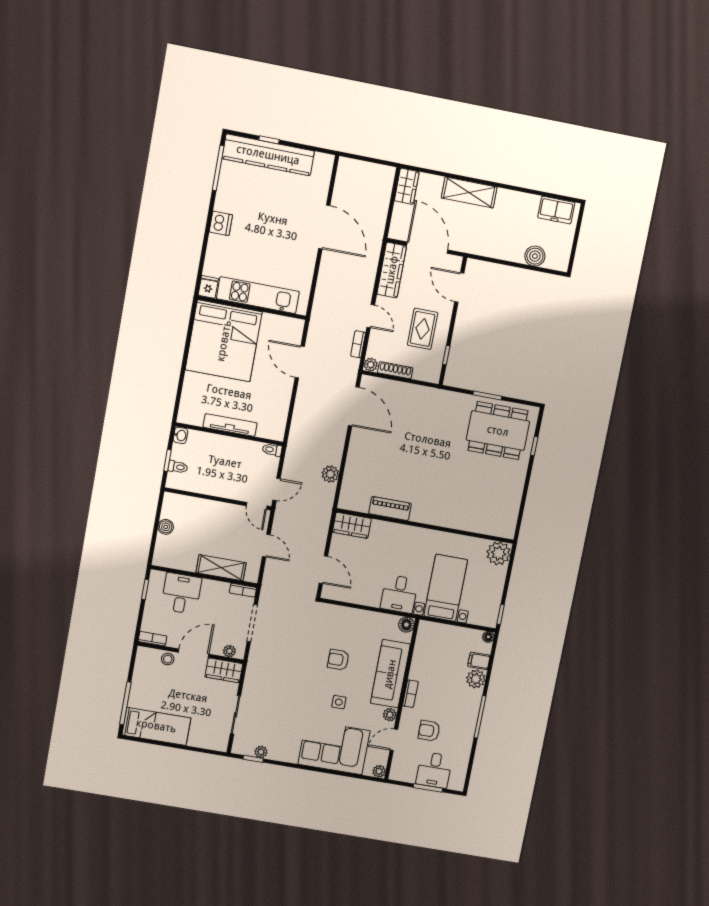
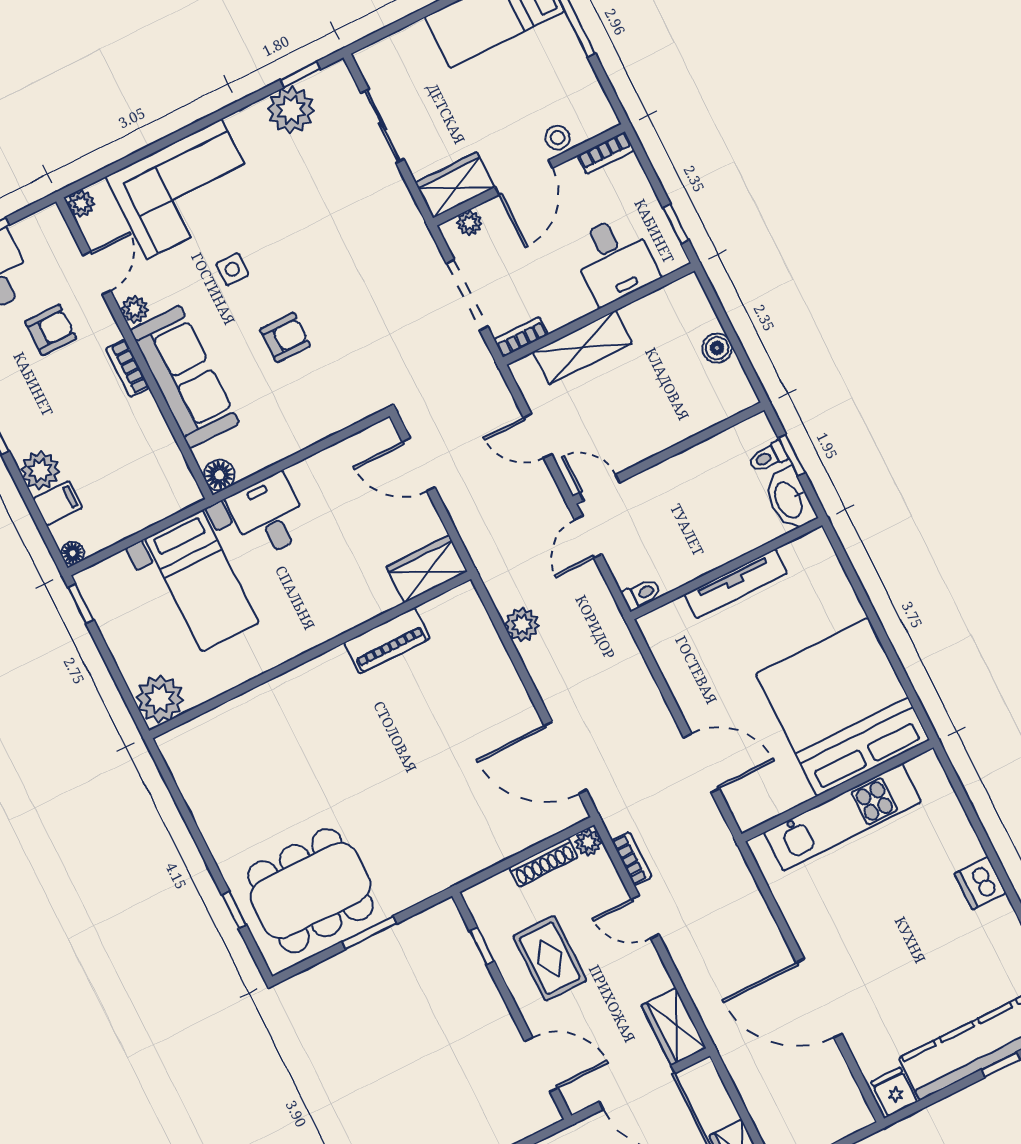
wardrobe: (392, 270) -> (674, 1027), width x0.67
fridge: (208, 287) -> (894, 1092), moved, turned 180
washbasin: (180, 435) -> (789, 500), width x1.91, depth x1.45
plant: (261, 752) -> (291, 110), width x1.88, depth x1.88

